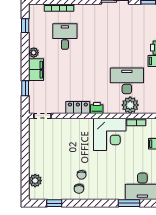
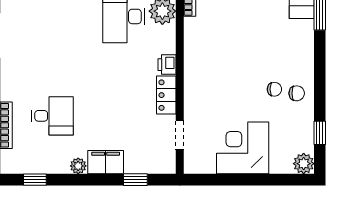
desk: (65, 37) -> (52, 116), turned 180
doorway: (43, 116) -> (180, 135), moved
corner desk: (110, 134) -> (243, 148), moved, turned -90
plant: (35, 181) -> (304, 164), moved

